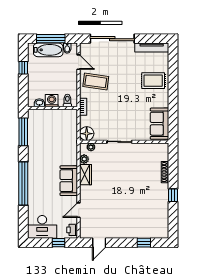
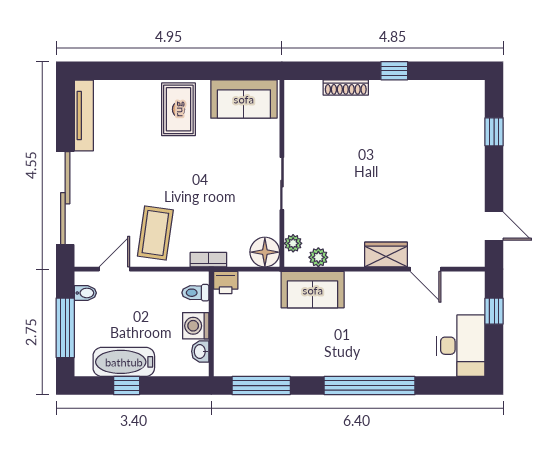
bathtub: (48, 50) -> (124, 362), moved, turned -90
rug: (153, 81) -> (178, 109), moved
wardrobe: (86, 175) -> (386, 255), moved
sofa: (69, 181) -> (313, 290), moved
printer: (72, 230) -> (226, 283), moved

